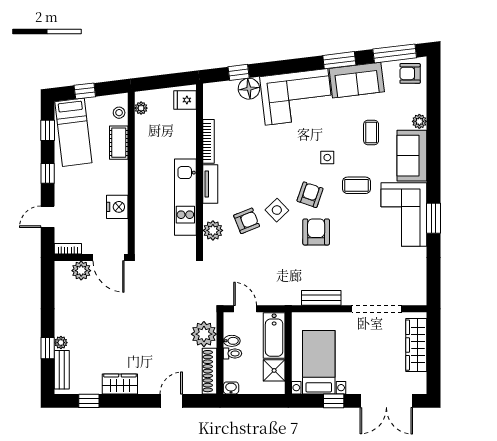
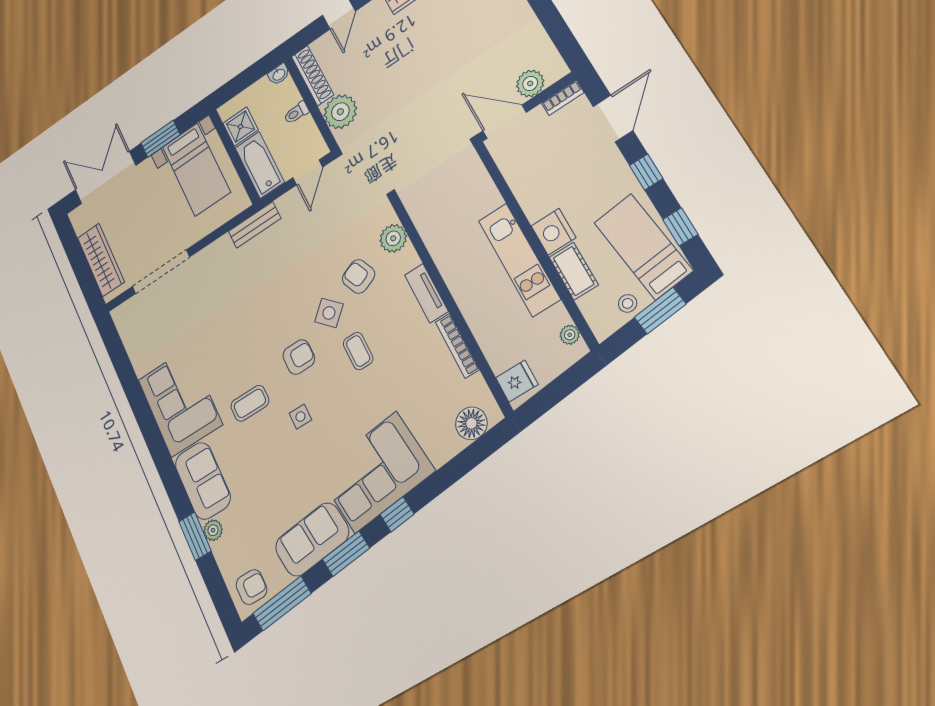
window: (239, 72) -> (397, 514), moved
floor lamp: (249, 89) -> (471, 423), moved
window: (85, 91) -> (660, 311), width x1.50
stool: (119, 113) -> (628, 303), moved
coffee table: (371, 133) -> (358, 351), moved
armchair: (310, 195) -> (299, 357), turned -109
kitchen unit: (185, 197) -> (519, 260), moved, turned 180
nightstand: (117, 207) -> (553, 232), moved
door: (48, 217) -> (613, 118), width x1.38
window: (433, 218) -> (195, 536), moved
armchair: (247, 221) -> (359, 276), turned 89
armchair: (316, 232) -> (270, 316), removed
bench: (321, 298) -> (255, 225), moved
door: (245, 309) -> (308, 172), hinge flipped
bidet: (232, 341) -> (304, 126), removed
window: (334, 401) -> (160, 139), width x1.50

